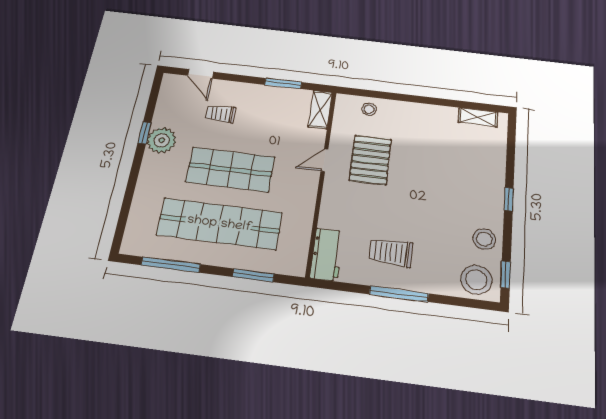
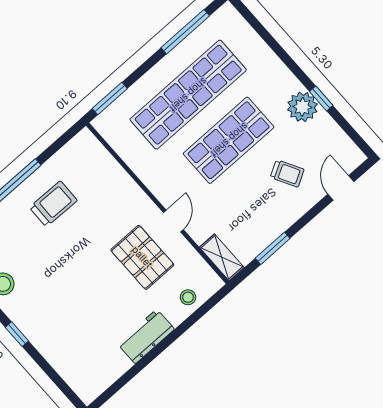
door: (201, 74) -> (341, 188), hinge flipped
trolley: (221, 114) -> (287, 173), turned 61
shelving: (478, 117) -> (105, 379), removed
workbench: (327, 255) -> (146, 336), moved, turned 90
window: (253, 275) -> (110, 99), moved

